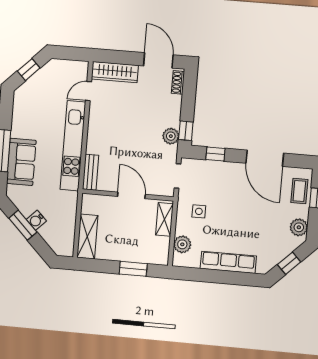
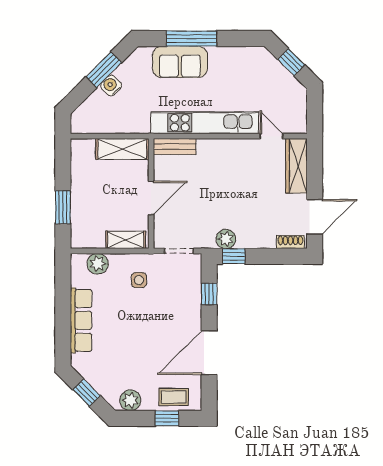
shelving: (87, 236) -> (122, 149), moved

